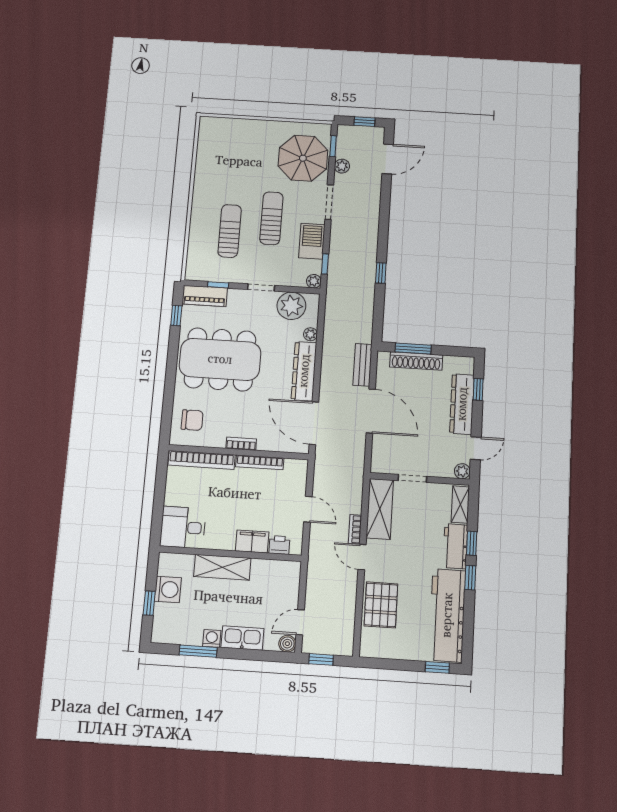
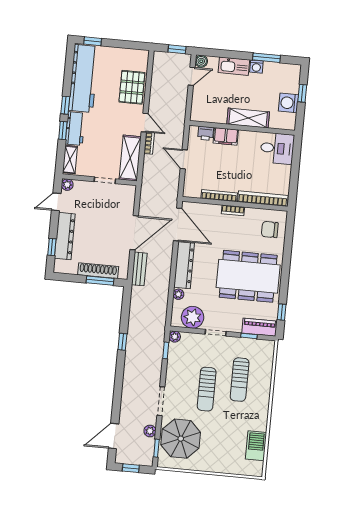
barbecue: (312, 241) -> (256, 446), moved, turned 180
door: (371, 411) -> (134, 233), swing flipped

